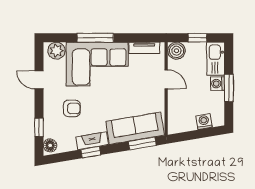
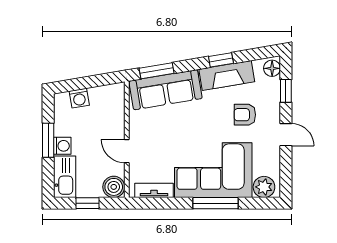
door: (39, 80) -> (286, 135), moved
fireplace: (92, 141) -> (227, 75), width x1.37, depth x1.32

